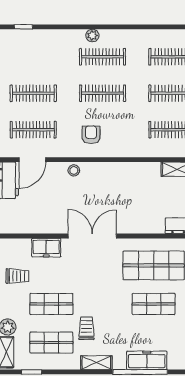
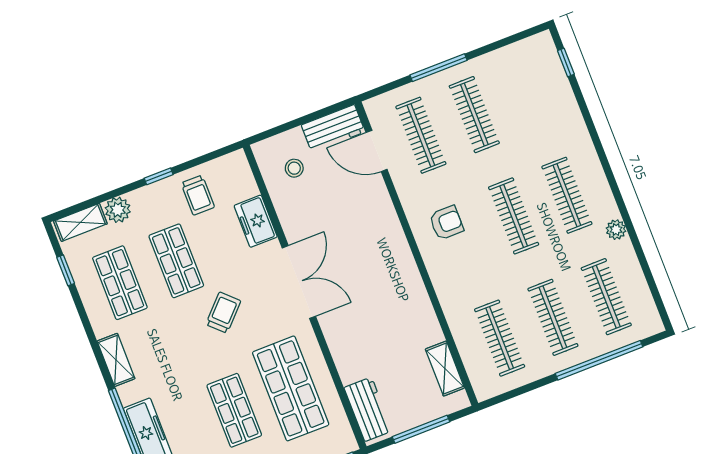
plant: (92, 36) -> (616, 230), moved
stool: (74, 170) -> (294, 168), moved
trolley: (86, 328) -> (223, 313), moved, turned -46

